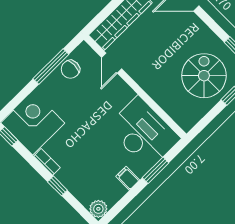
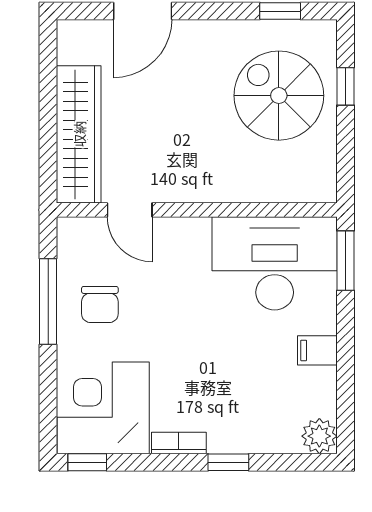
chair: (70, 69) -> (100, 305), moved
window: (156, 170) -> (345, 261), moved

